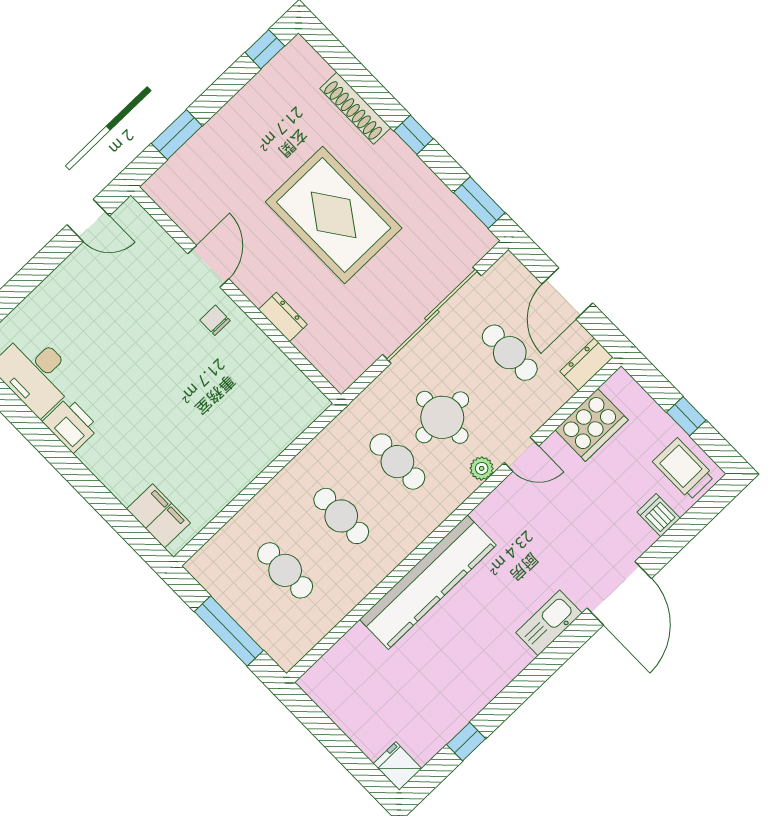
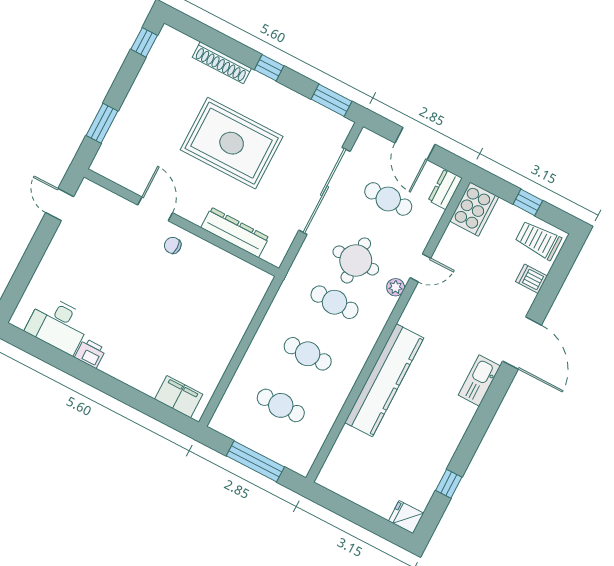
door: (88, 220) -> (60, 205), swing flipped
dresser: (283, 317) -> (235, 232), width x1.96, depth x1.24
printer: (71, 425) -> (90, 353), width x0.73, depth x0.81
cooker: (592, 425) -> (474, 209), moved

